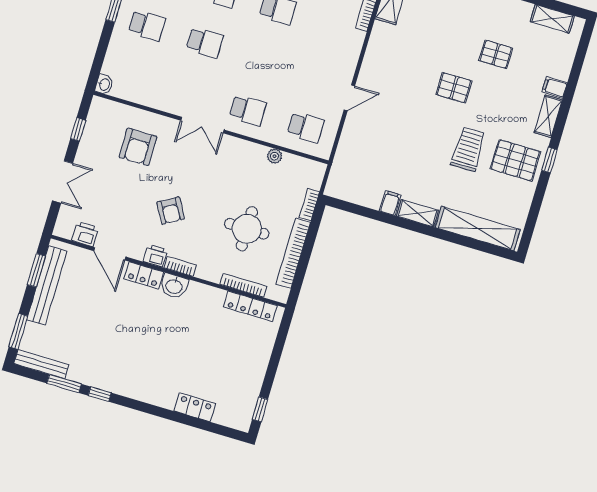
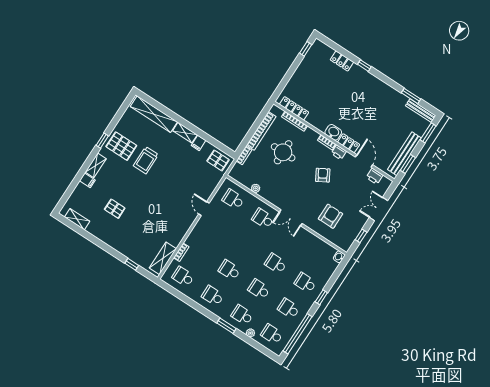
pallet: (454, 88) -> (218, 160), moved
door: (349, 98) -> (204, 209), hinge flipped
double door: (202, 125) -> (291, 218), swing flipped
window: (100, 394) -> (364, 66), moved

